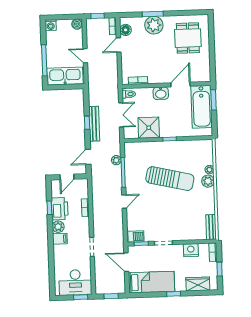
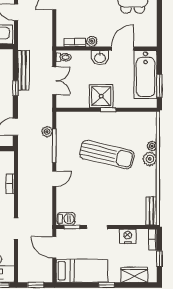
plant: (153, 79) -> (92, 41), added
window: (214, 100) -> (159, 86), moved
bench: (94, 124) -> (23, 70), moved
shower: (149, 128) -> (101, 96), moved

